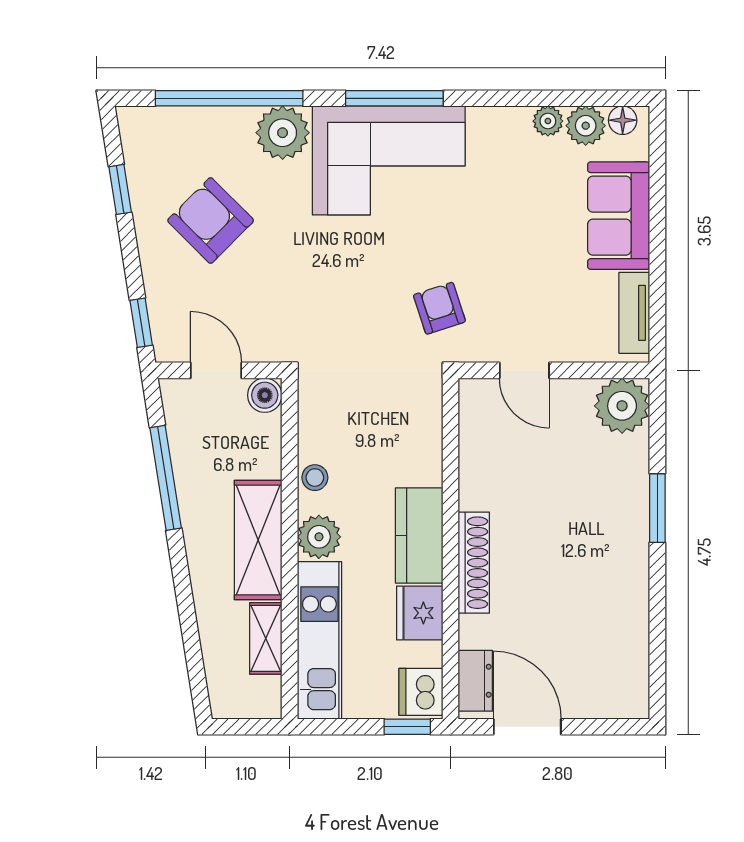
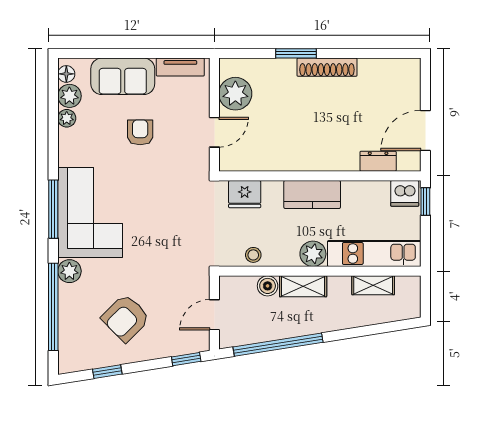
plant: (283, 133) -> (69, 271), width x0.73, depth x0.73
armchair: (439, 308) -> (140, 132), moved, turned 108
boiler: (265, 395) -> (268, 286), moved
plant: (622, 406) -> (235, 94), moved
window: (166, 478) -> (278, 345), width x1.46
stool: (315, 478) -> (253, 255), moved
shelving: (258, 540) -> (303, 286), width x0.67, depth x0.75
shoe rack: (474, 563) -> (327, 67), moved, turned 180
fridge: (420, 613) -> (245, 194), moved
dresser: (475, 681) -> (378, 161), moved

